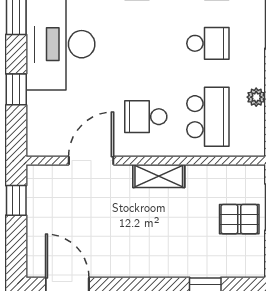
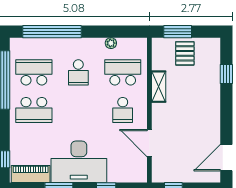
school desk: (208, 43) -> (78, 72), turned 180
shelving: (159, 176) -> (159, 87), moved

